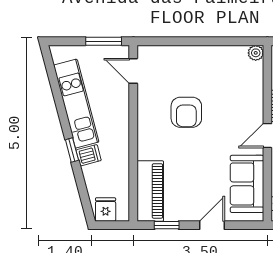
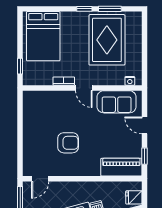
plant: (256, 53) -> (28, 96), removed

